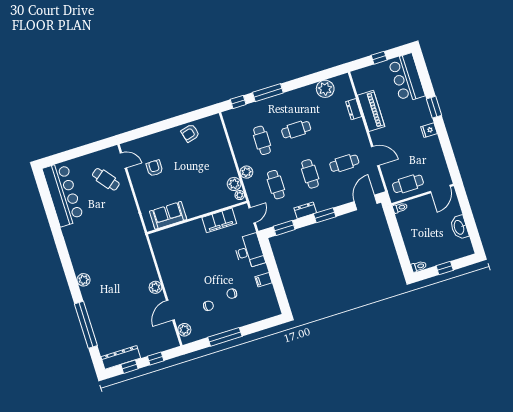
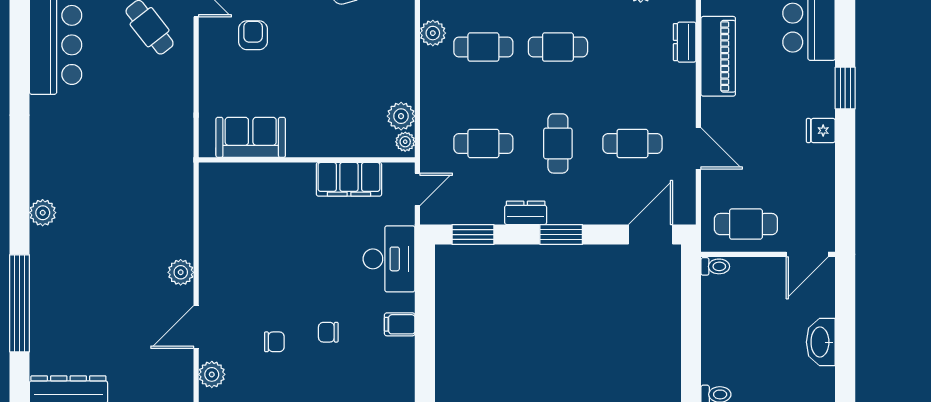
cafe table: (262, 140) -> (483, 47), turned 90
plant: (246, 172) -> (433, 33), moved
cafe table: (276, 185) -> (483, 143), turned 90

